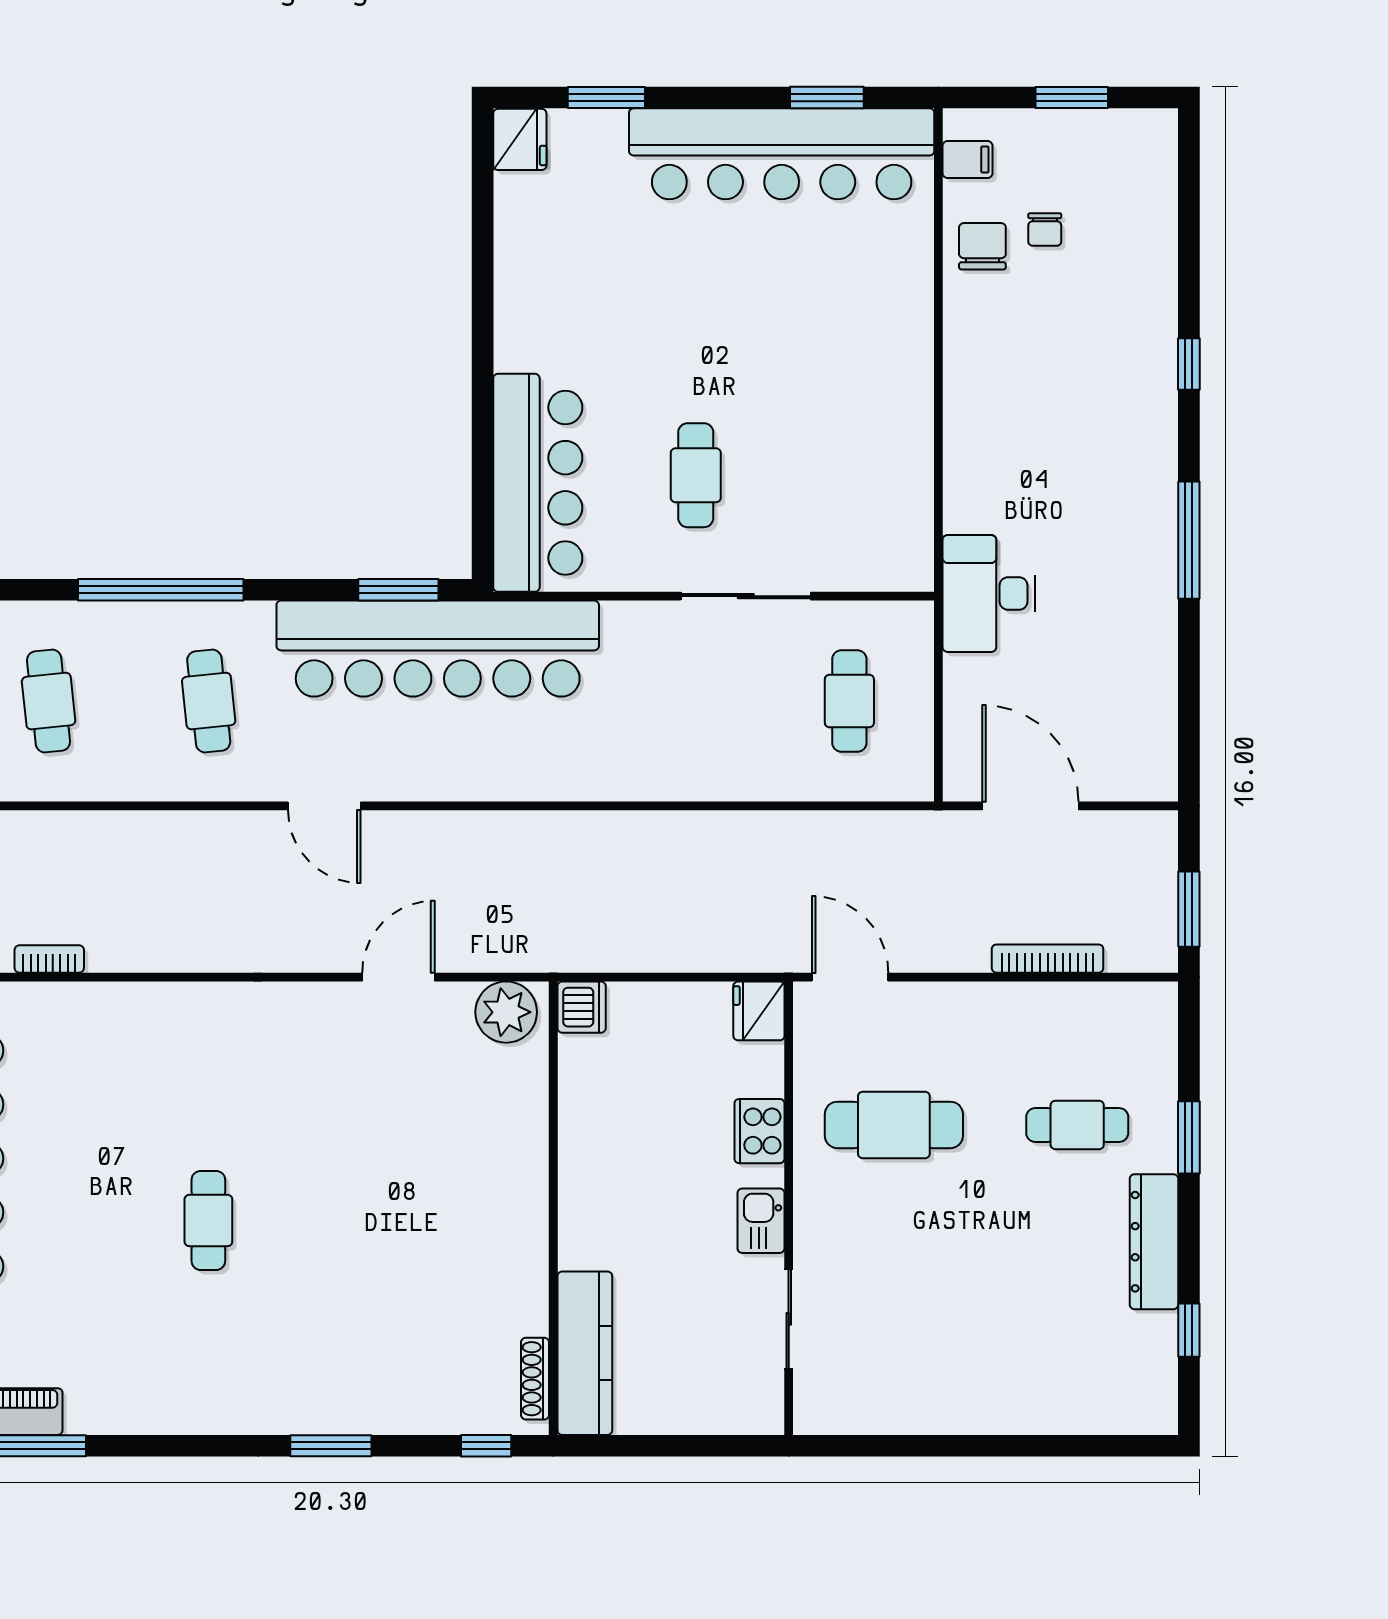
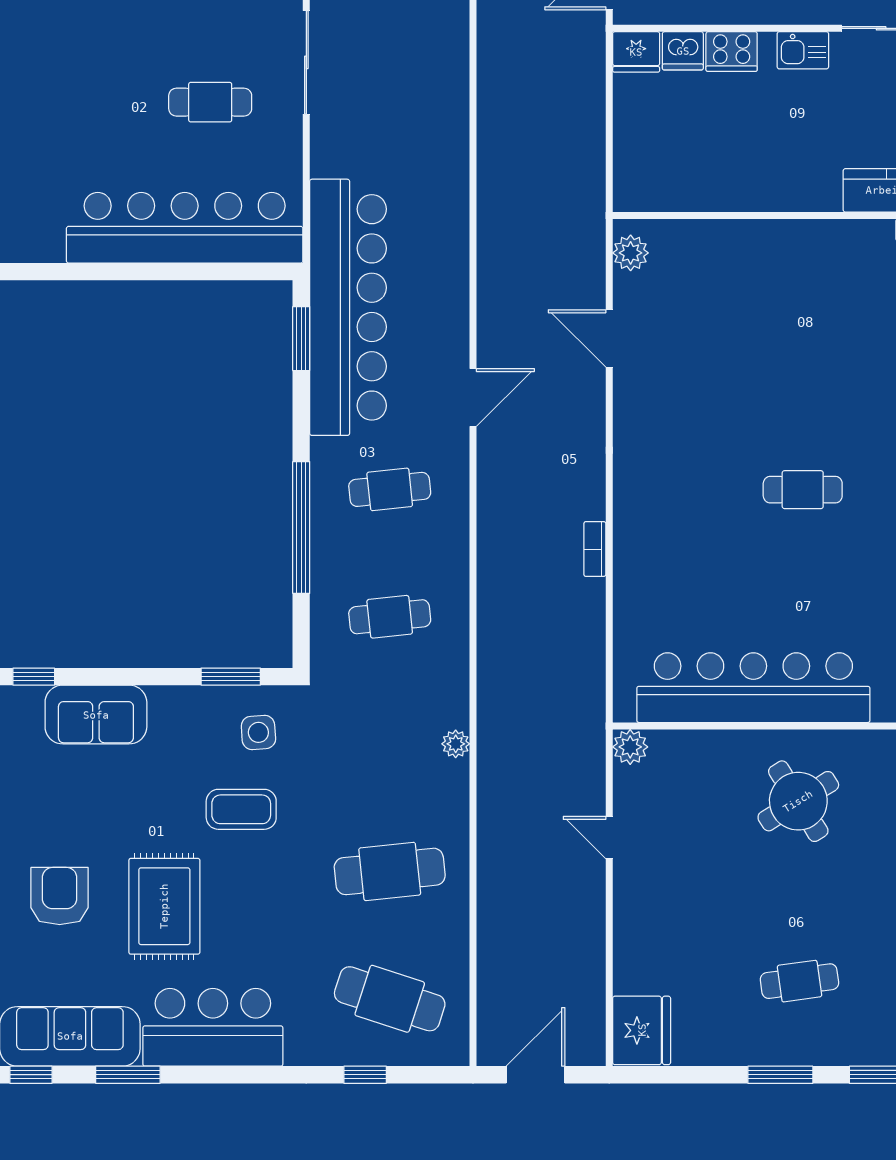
bar counter: (538, 483) -> (185, 228), width x1.36
bookcase: (49, 959) -> (595, 549), moved
dishwasher: (582, 1007) -> (683, 51), moved, turned 180
plant: (506, 1012) -> (631, 253), width x0.73, depth x0.73

